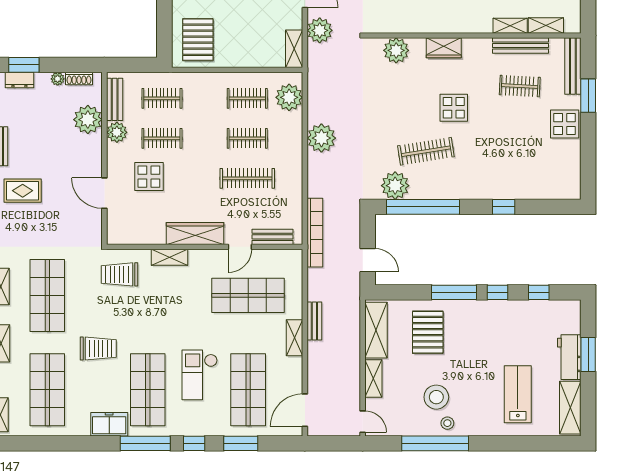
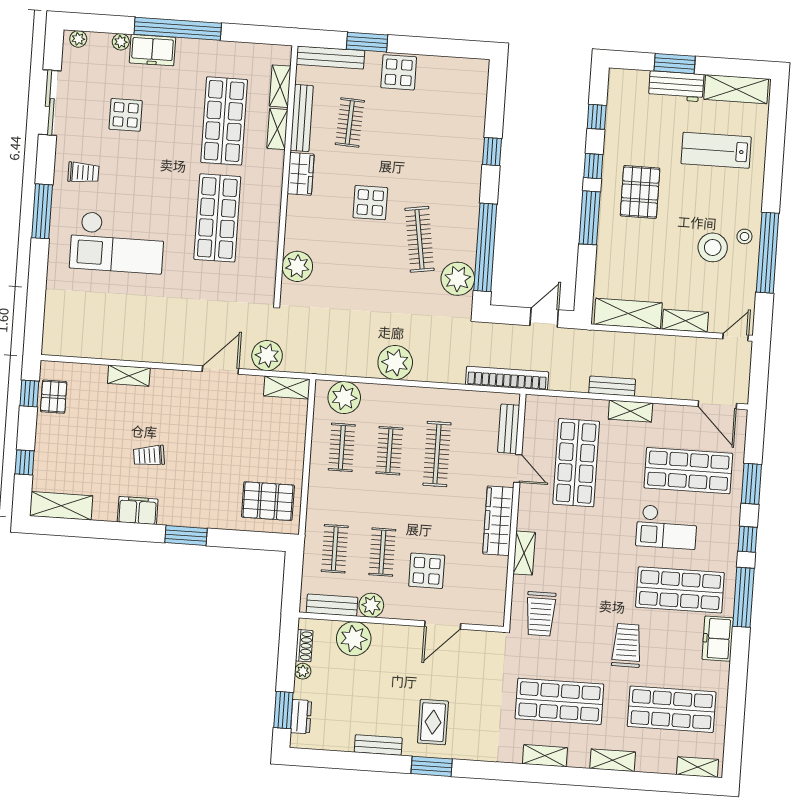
wardrobe: (444, 48) -> (301, 174), moved
pallet: (428, 332) -> (640, 192), moved, turned 90

